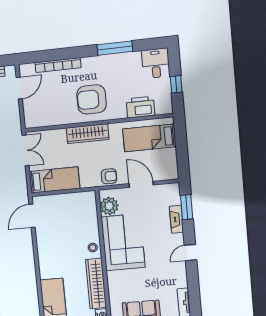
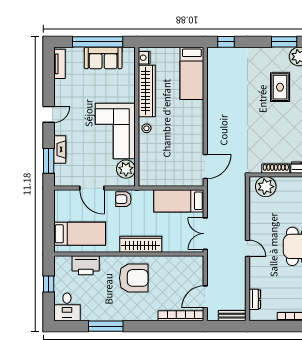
bookcase: (58, 65) -> (181, 316), moved

